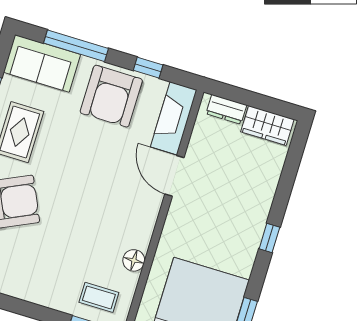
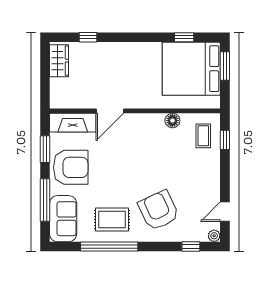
window: (148, 68) -> (45, 149), width x1.50
dresser: (226, 109) -> (57, 90), removed
window: (269, 238) -> (88, 37), moved

